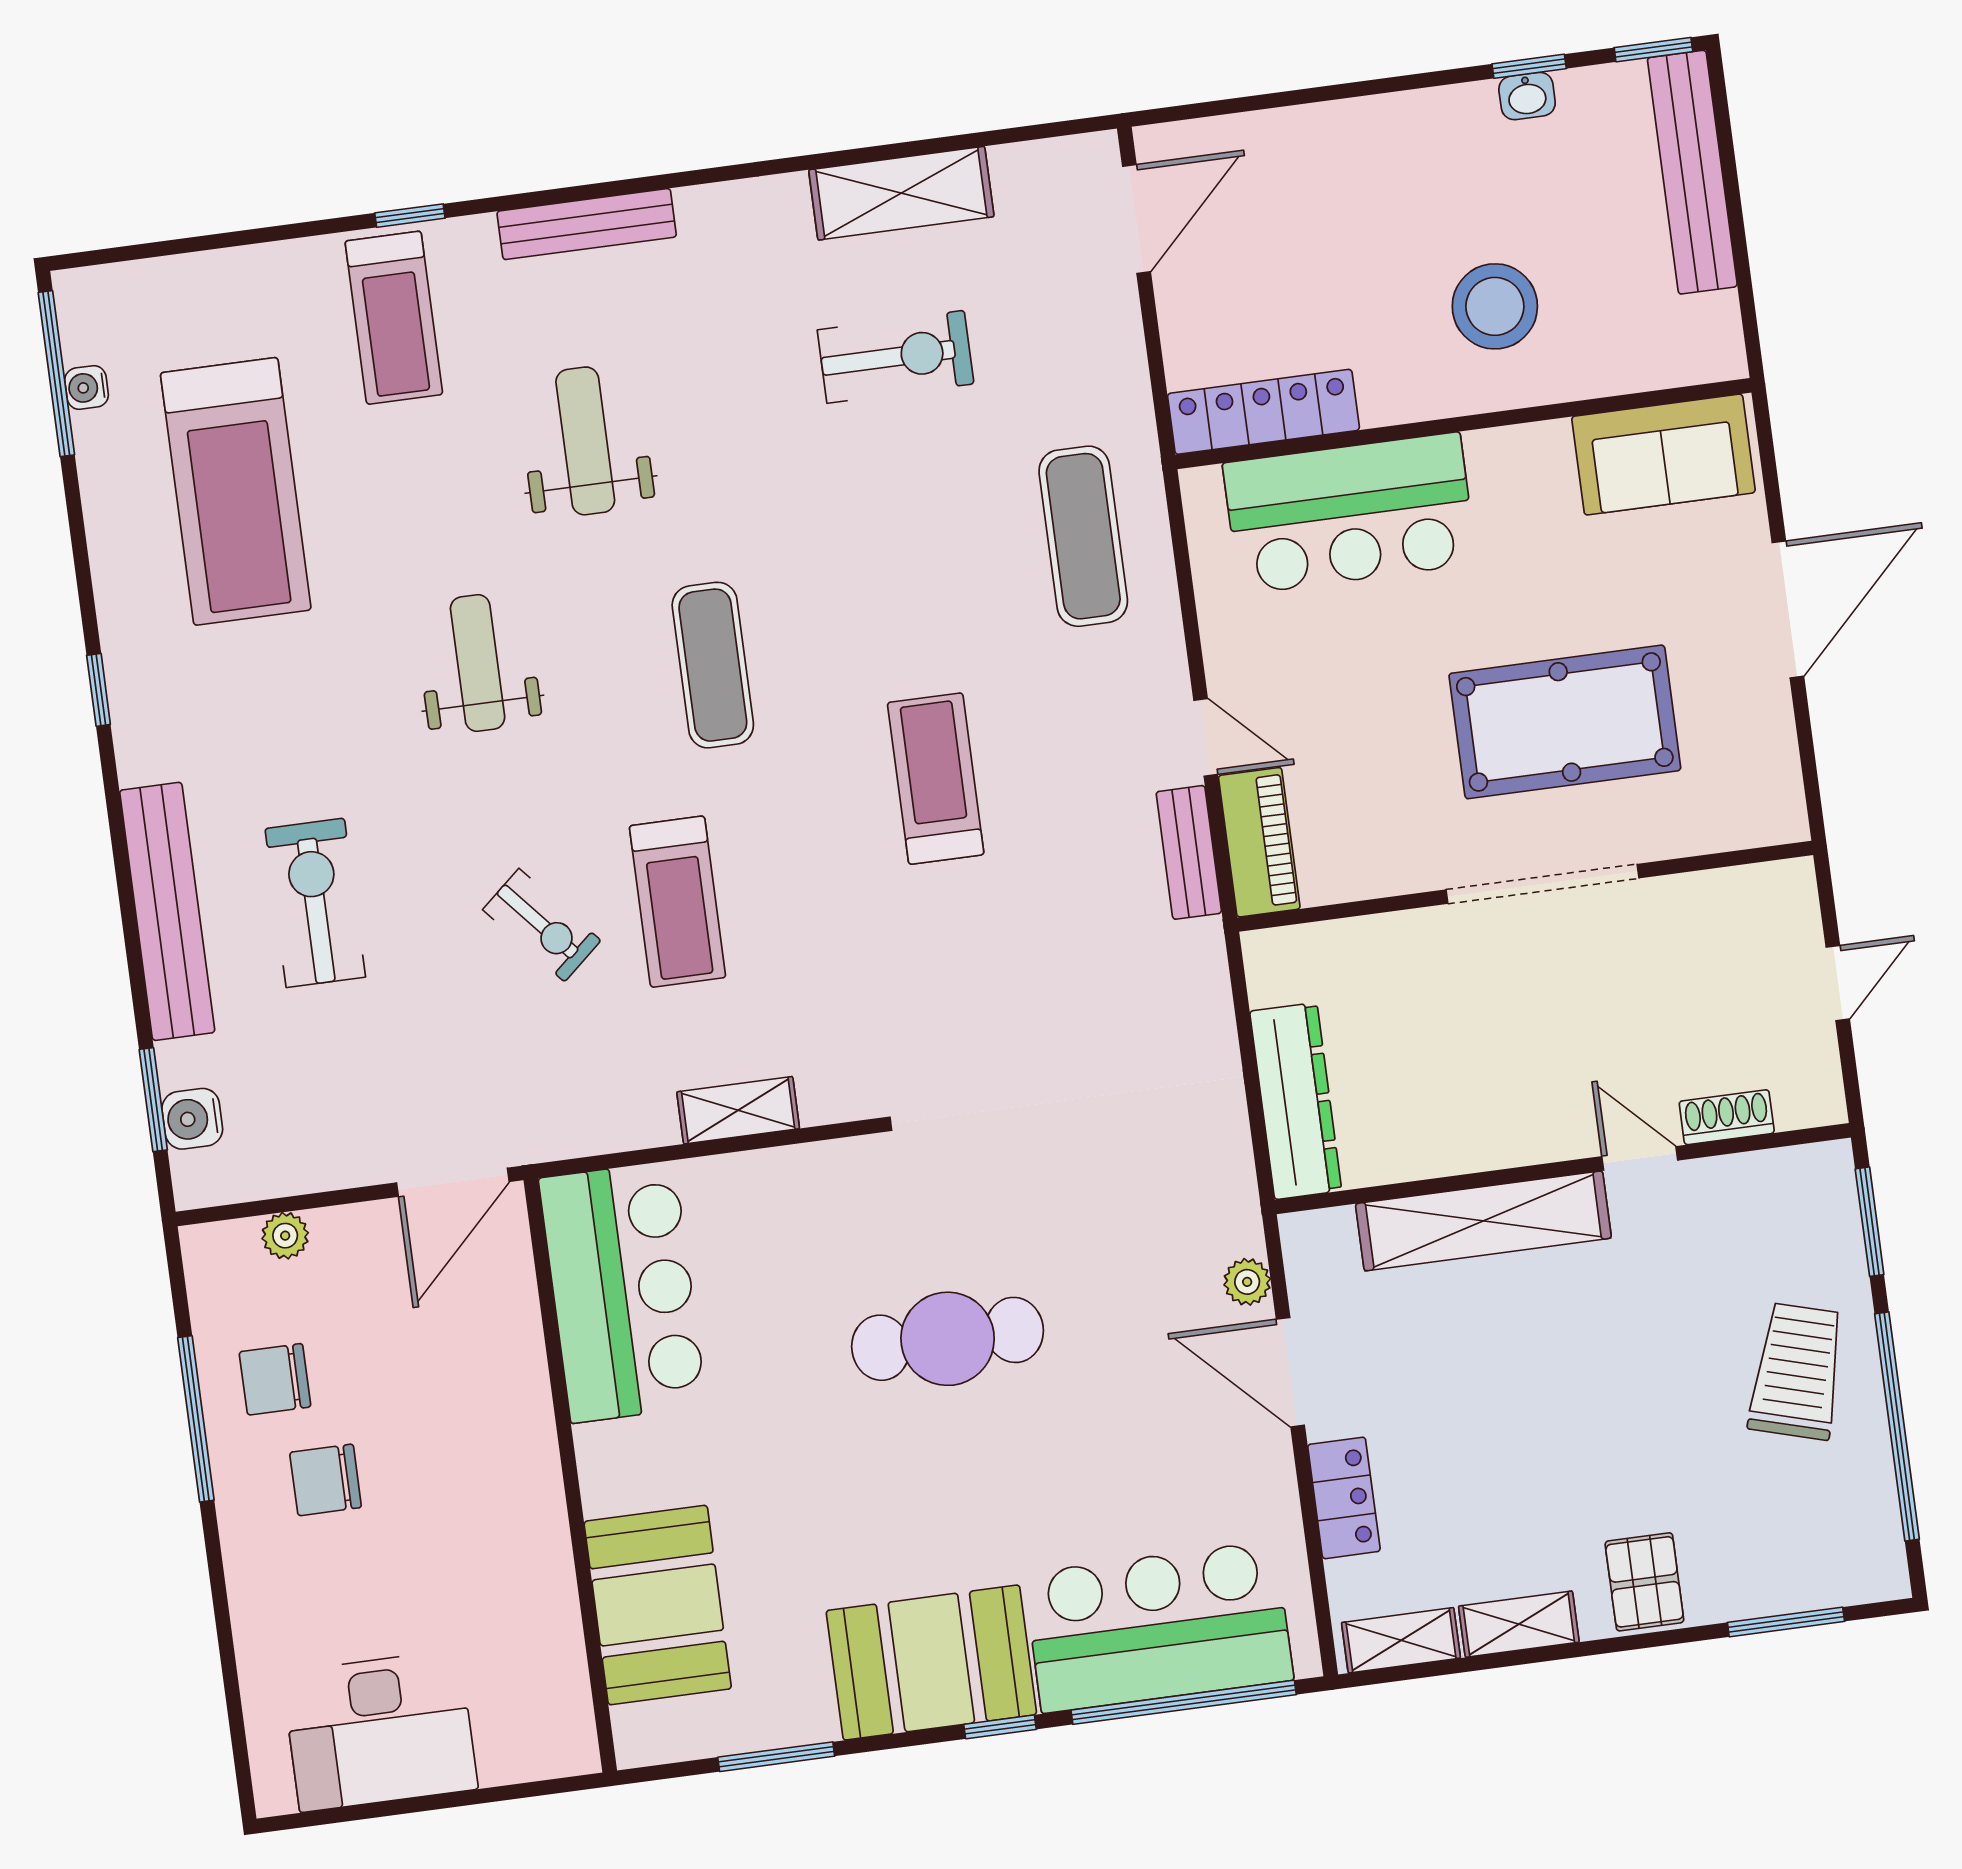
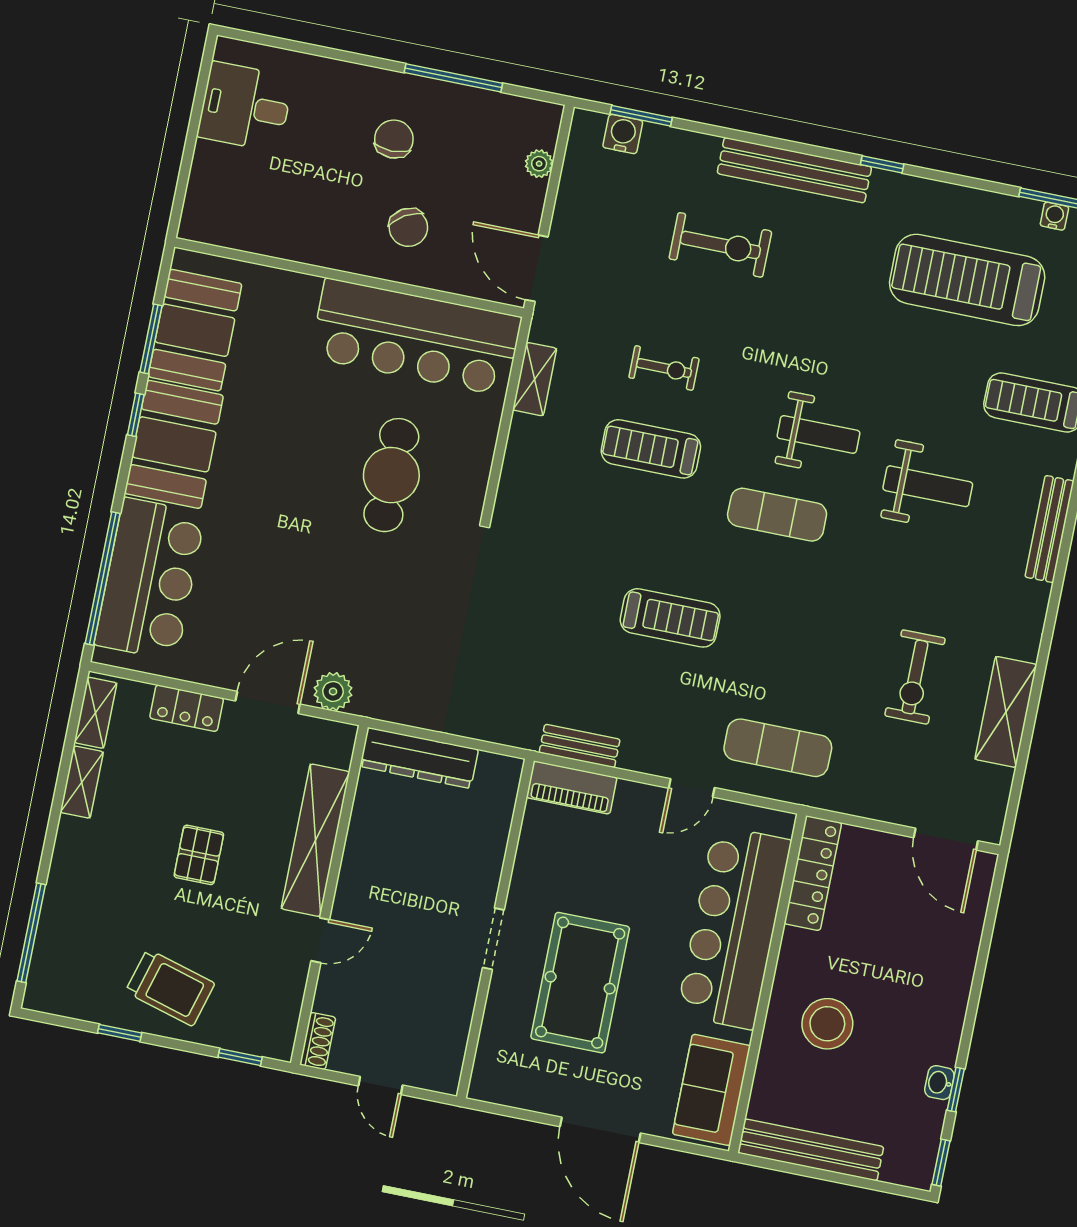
bench: (1692, 172) -> (811, 1150), moved
bar counter: (1350, 513) -> (734, 927), width x1.36
weight bench: (478, 663) -> (818, 434), moved
door: (1206, 737) -> (692, 788), moved
doorway: (1543, 884) -> (493, 939), width x0.53
bench: (167, 911) -> (794, 170), moved
exercise bike: (542, 925) -> (664, 368), turned -139
shelving: (738, 1110) -> (535, 379), moved
shoe rack: (1727, 1117) -> (318, 1041), moved
window: (1870, 1222) -> (240, 1057), width x0.67
plant: (1247, 1282) -> (333, 691), width x1.38, depth x1.38
bar counter: (623, 1292) -> (416, 337), width x1.36
cafe table: (948, 1339) -> (391, 475), moved
chair: (275, 1379) -> (408, 227), moved, turned 149
window: (1897, 1426) -> (120, 1033), width x0.32
pallet: (1644, 1582) -> (199, 855), moved, turned 90
booth: (658, 1605) -> (195, 330), moved, turned 90
window: (1786, 1622) -> (31, 933), width x1.44
window: (1000, 1727) -> (136, 415), moved
desk: (380, 1731) -> (245, 107), width x0.73

